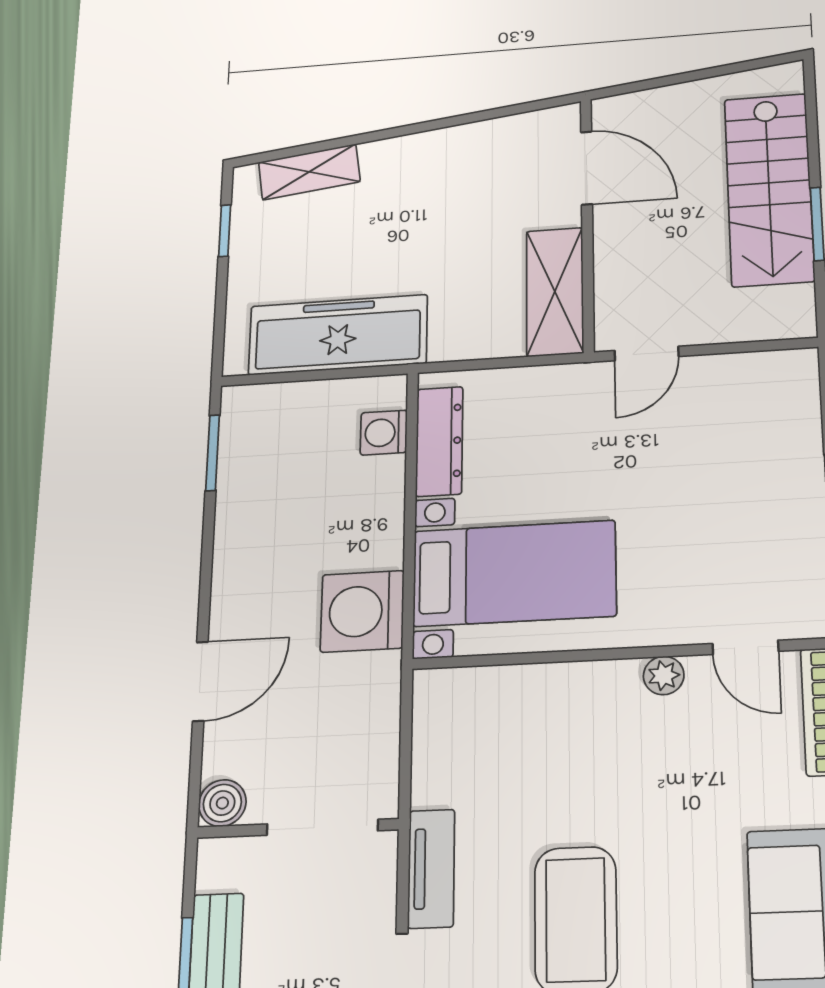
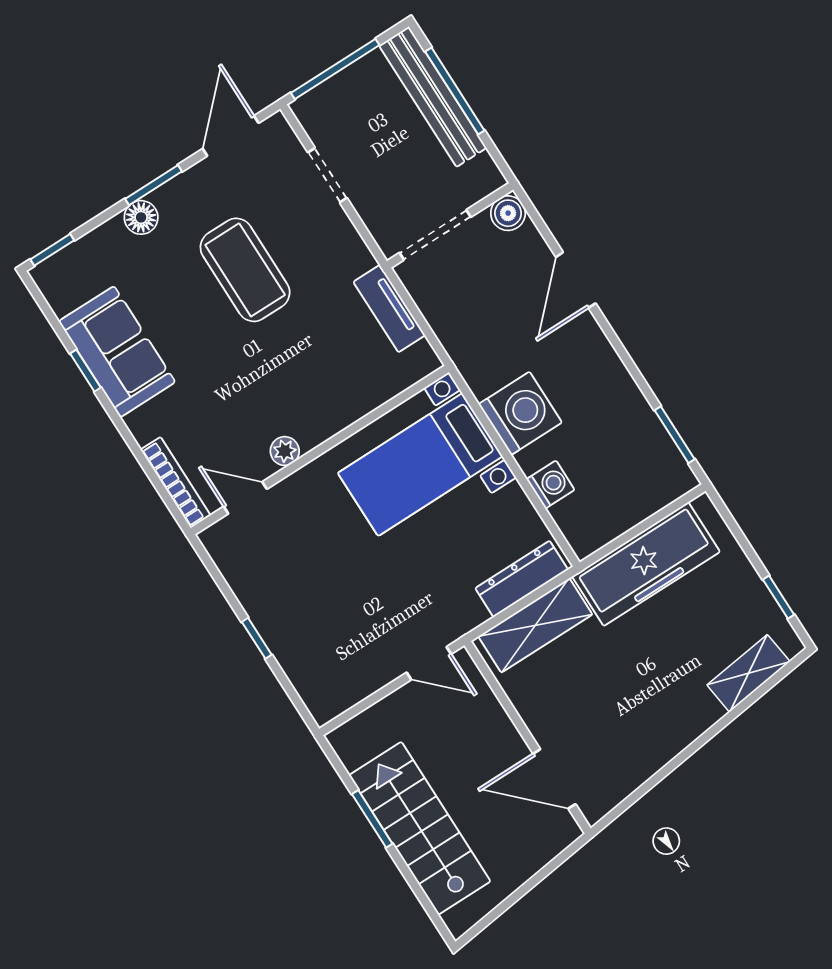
shelving: (555, 292) -> (535, 625), moved, turned 90
door: (647, 353) -> (429, 663), swing flipped
washing machine: (384, 433) -> (551, 485), moved
dresser: (439, 441) -> (522, 579), moved, turned 90
washing machine: (362, 611) -> (520, 413), moved
tv unit: (431, 869) -> (389, 309), moved

